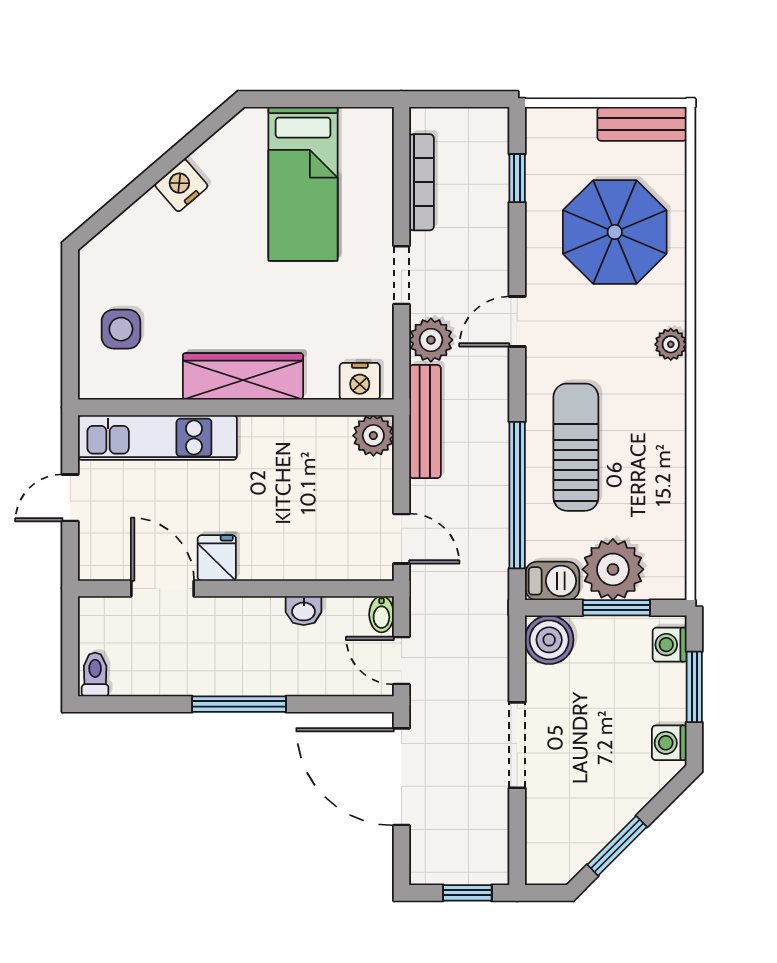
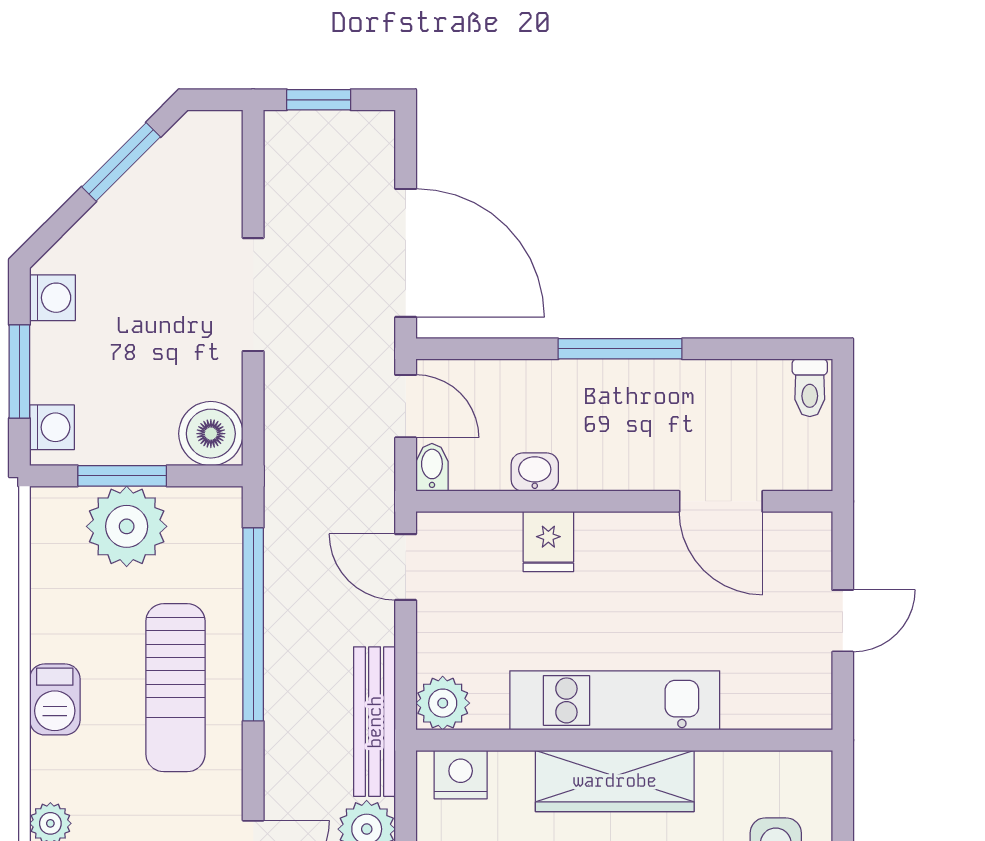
kitchen unit: (157, 438) -> (615, 700), moved
fridge: (217, 558) -> (548, 542), moved
barbecue: (552, 581) -> (55, 699), moved, turned -90

